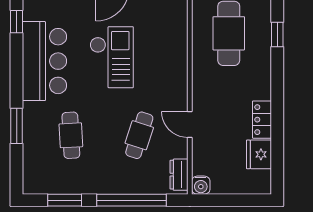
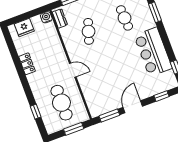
checkout: (112, 57) -> (118, 67), removed
door: (190, 124) -> (73, 70), moved
fridge: (259, 154) -> (24, 27), moved, turned 90

